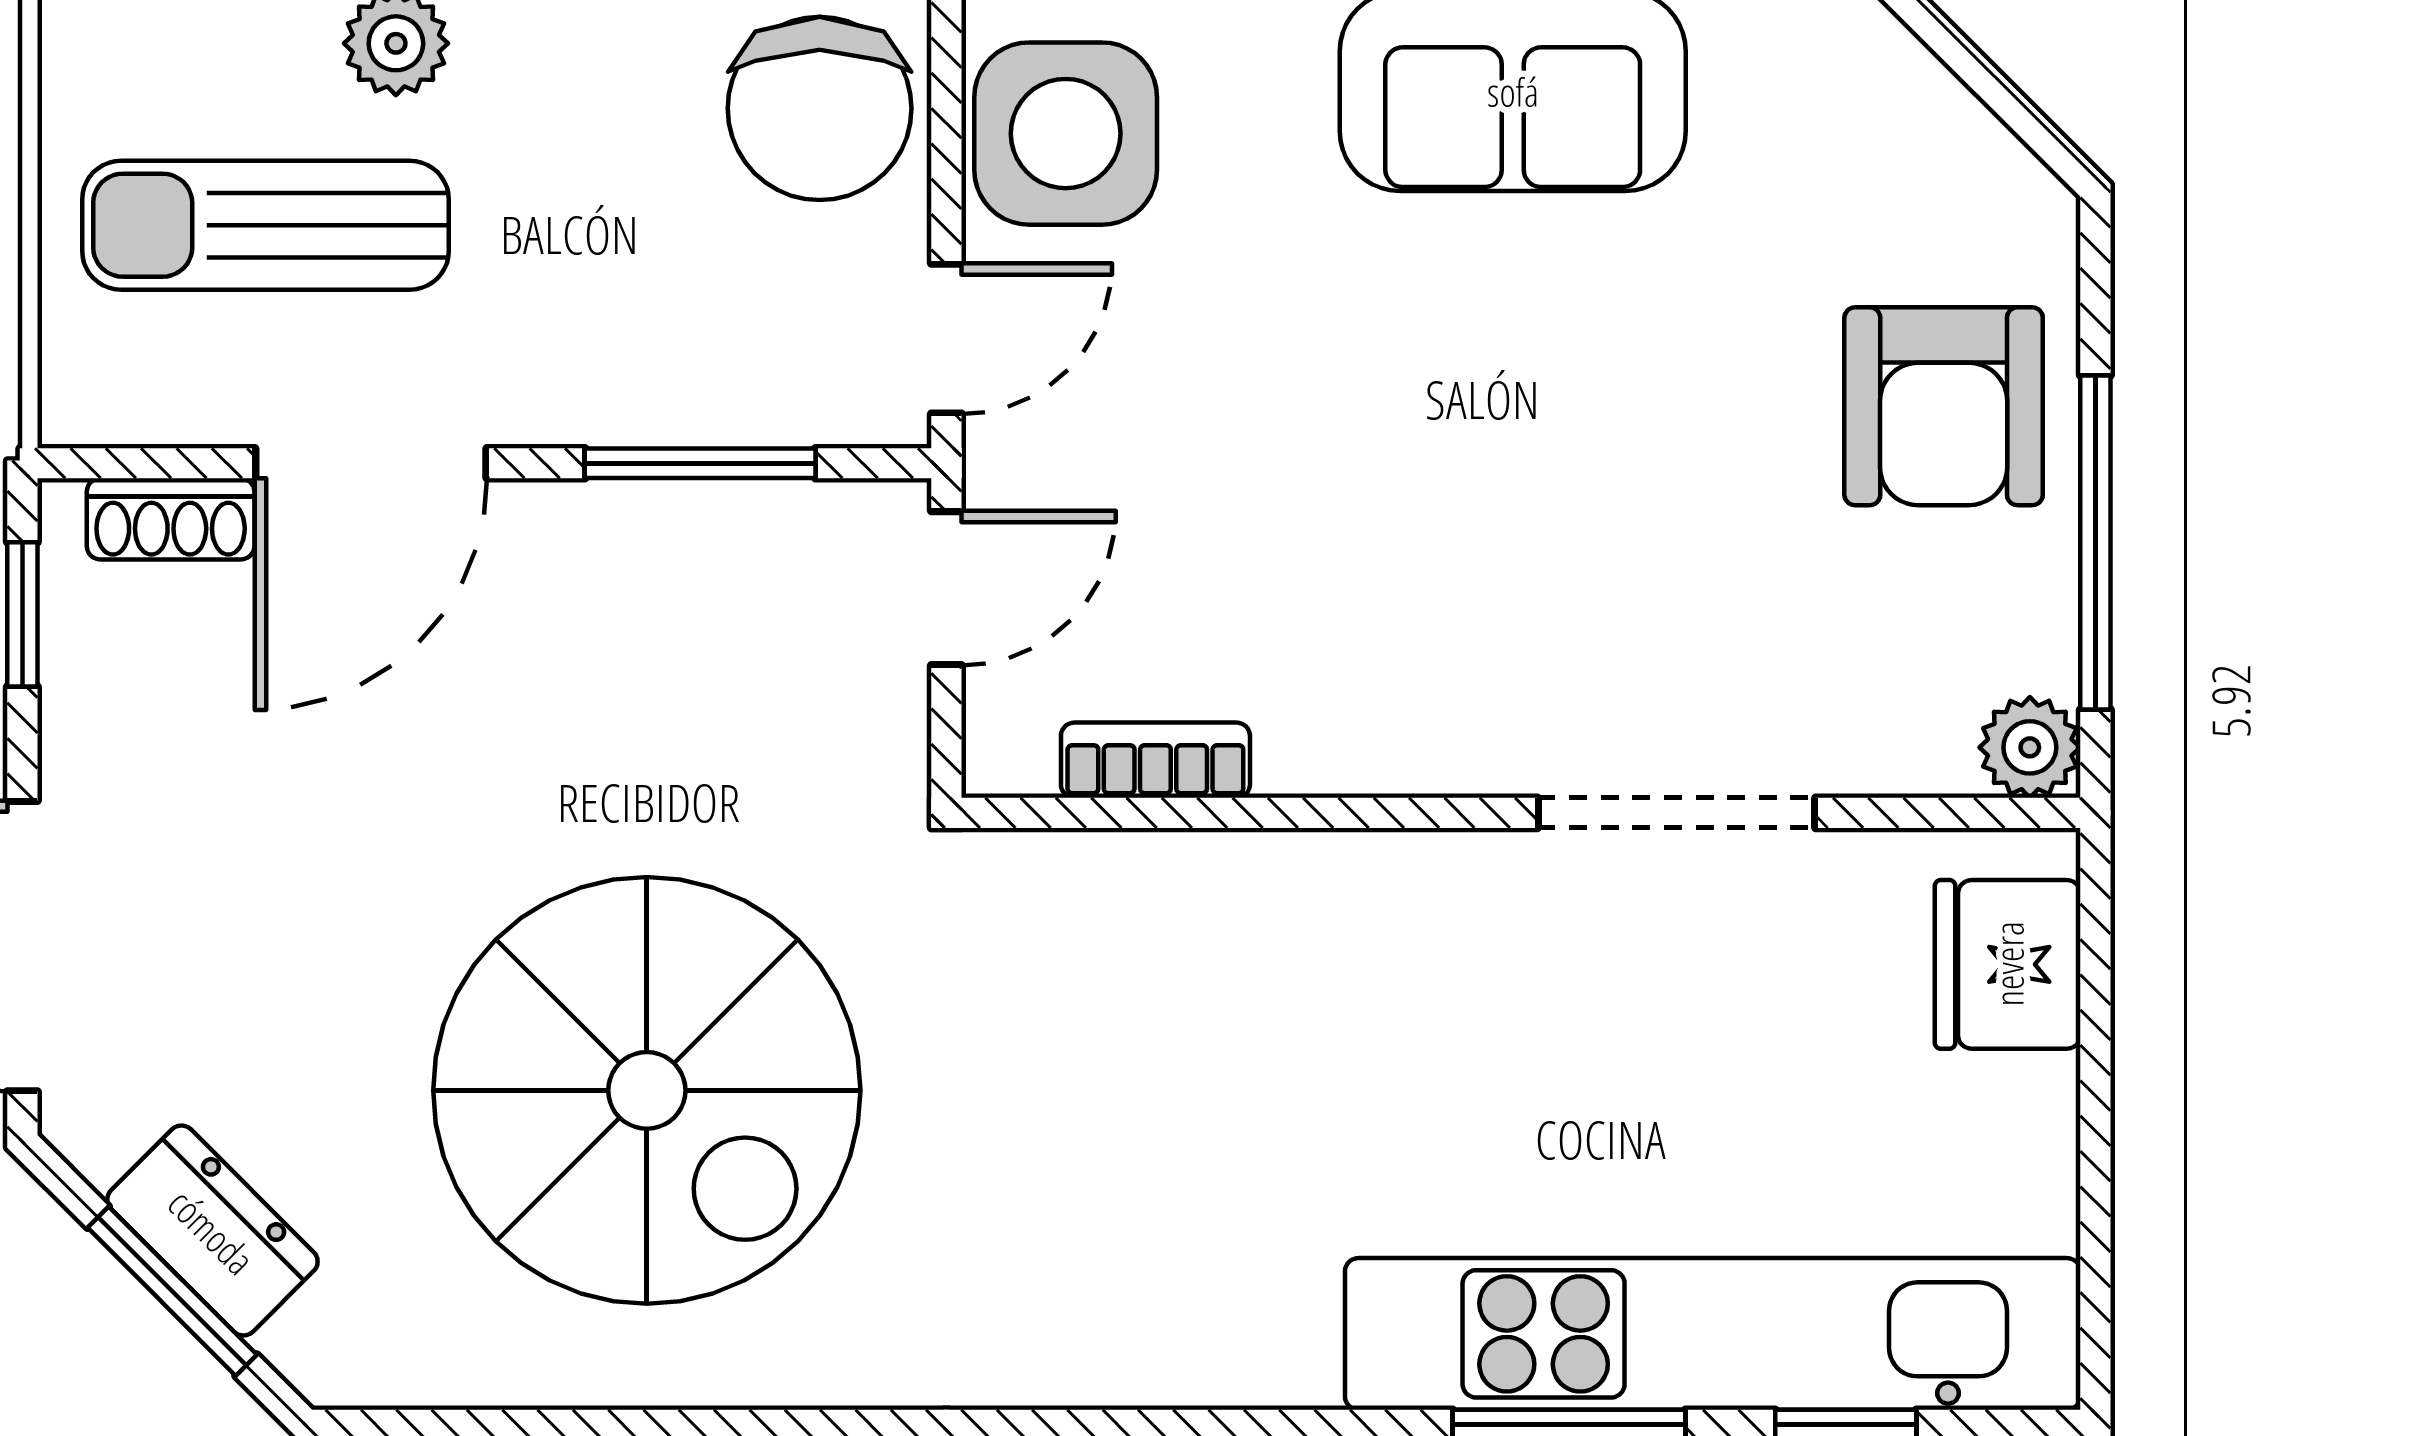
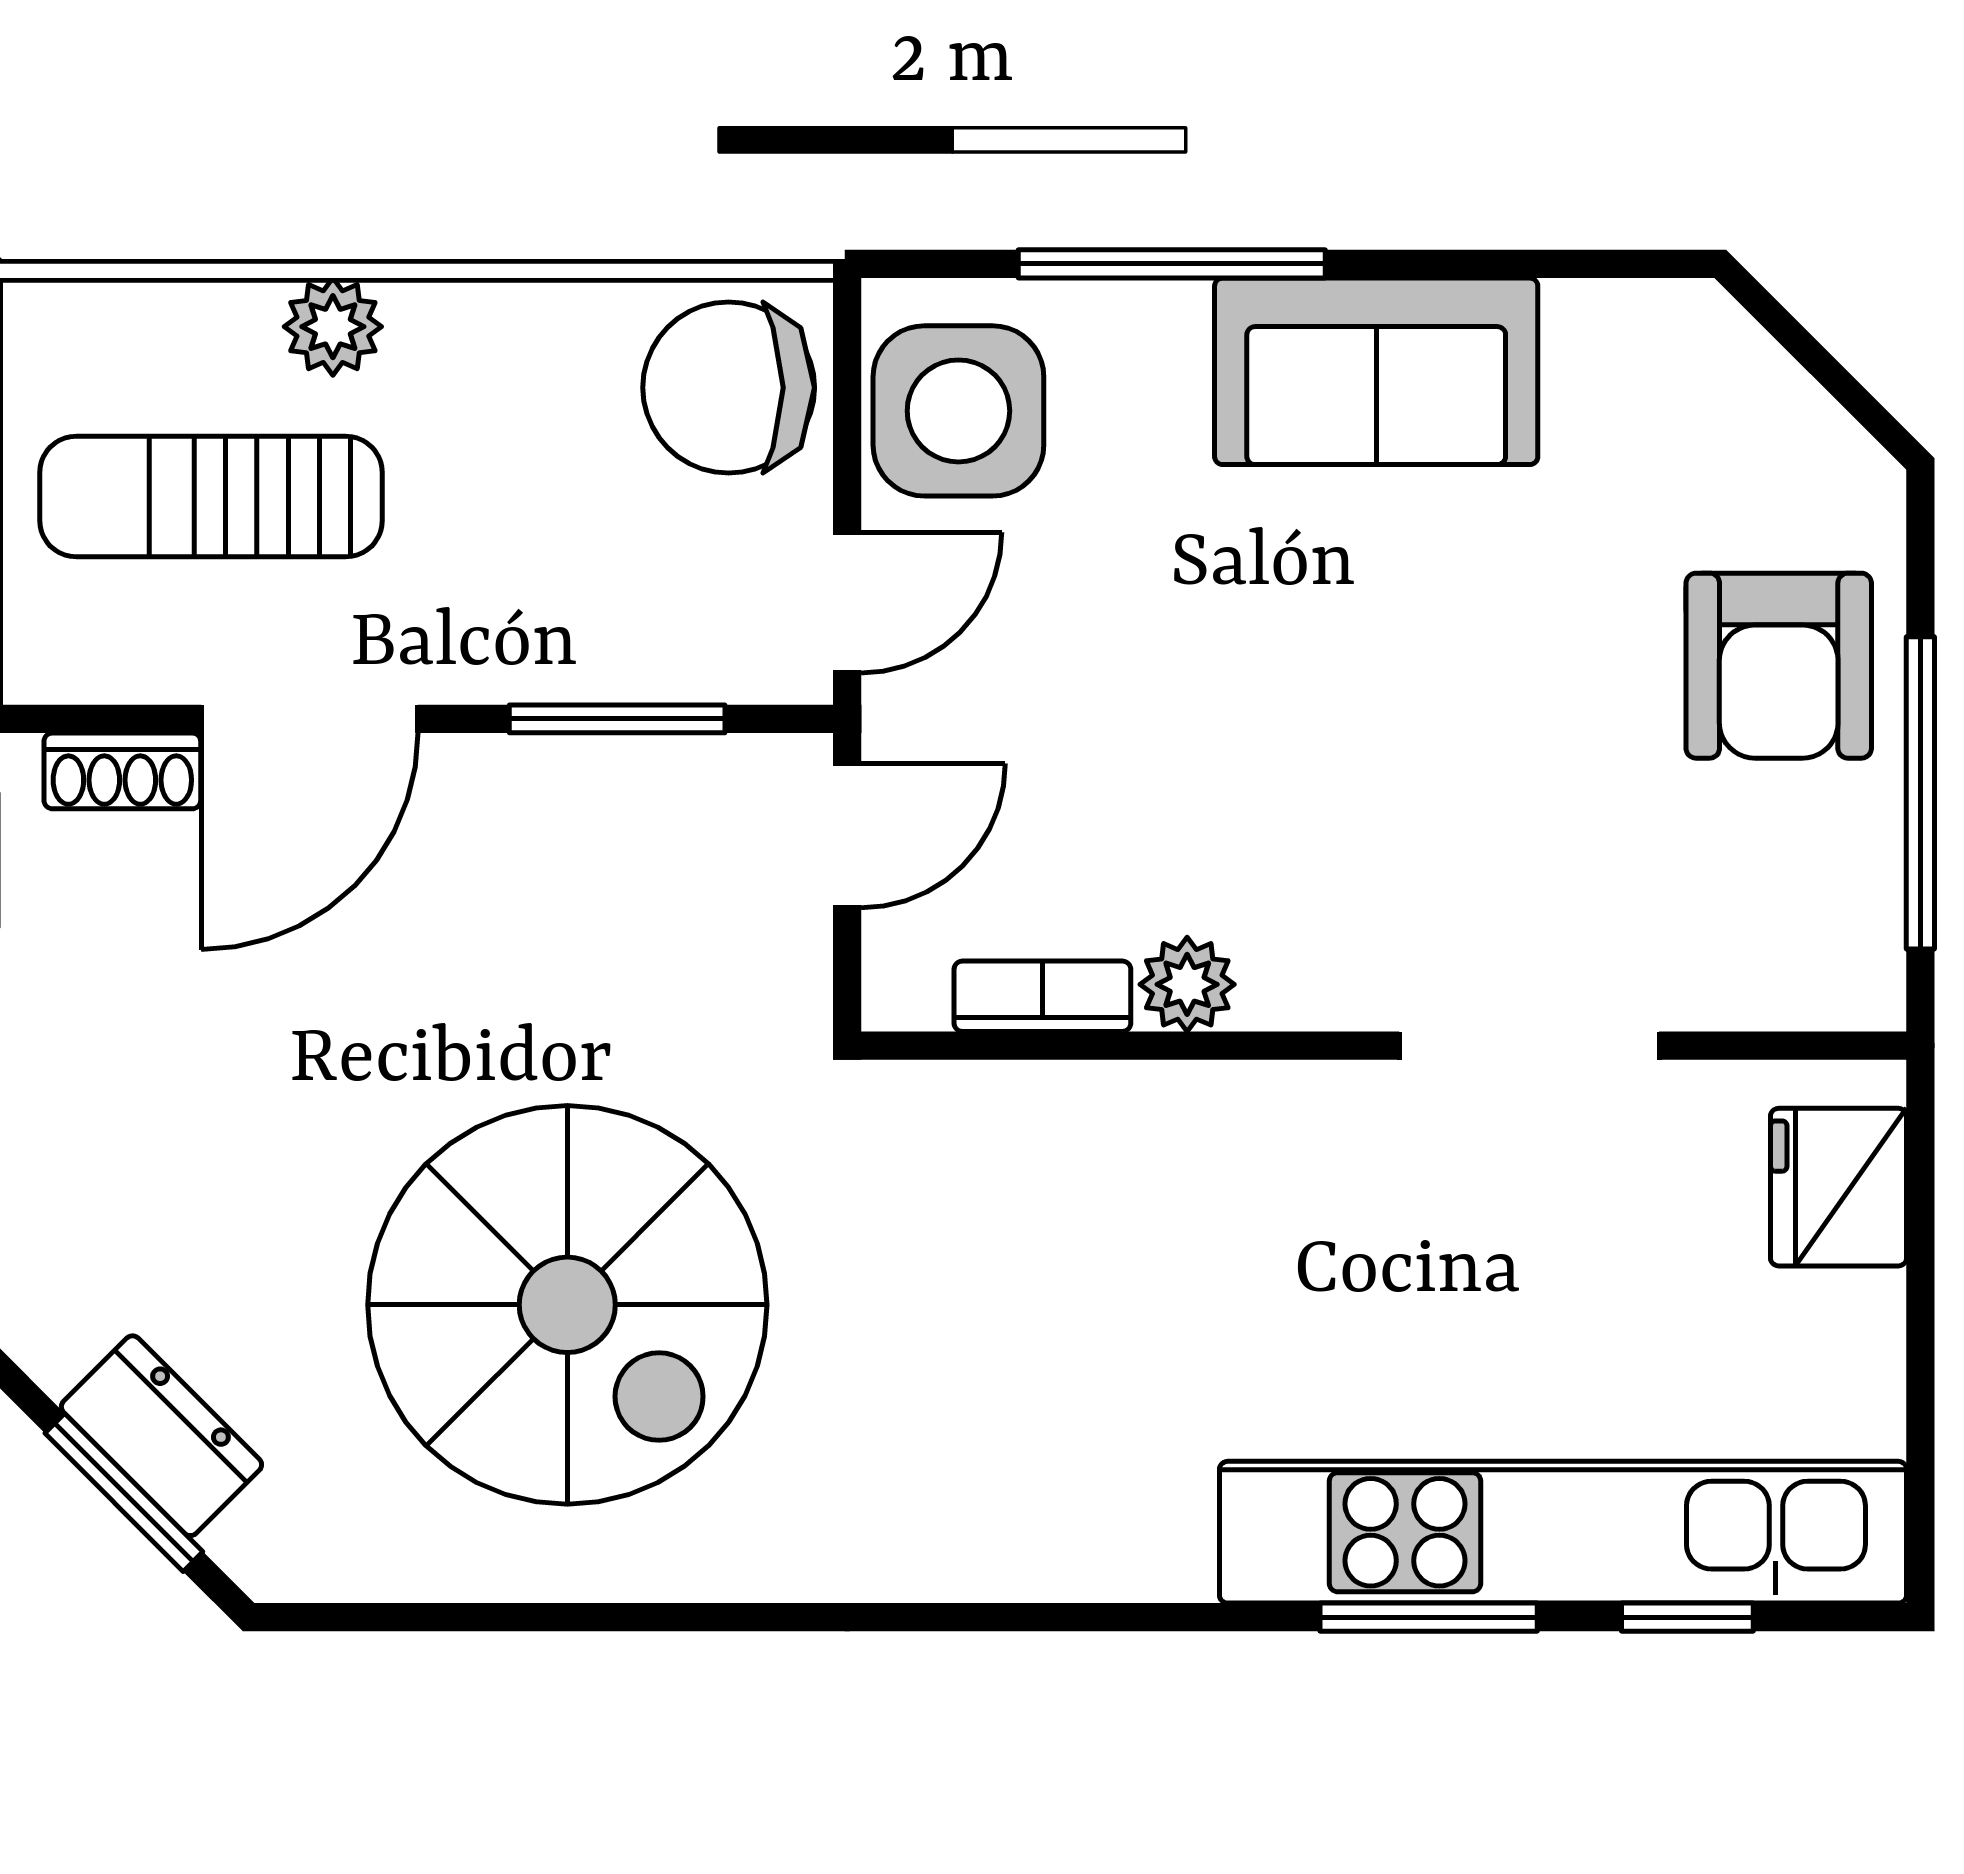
chair: (820, 108) -> (729, 388), turned 90
plant: (2030, 747) -> (1187, 984), moved

